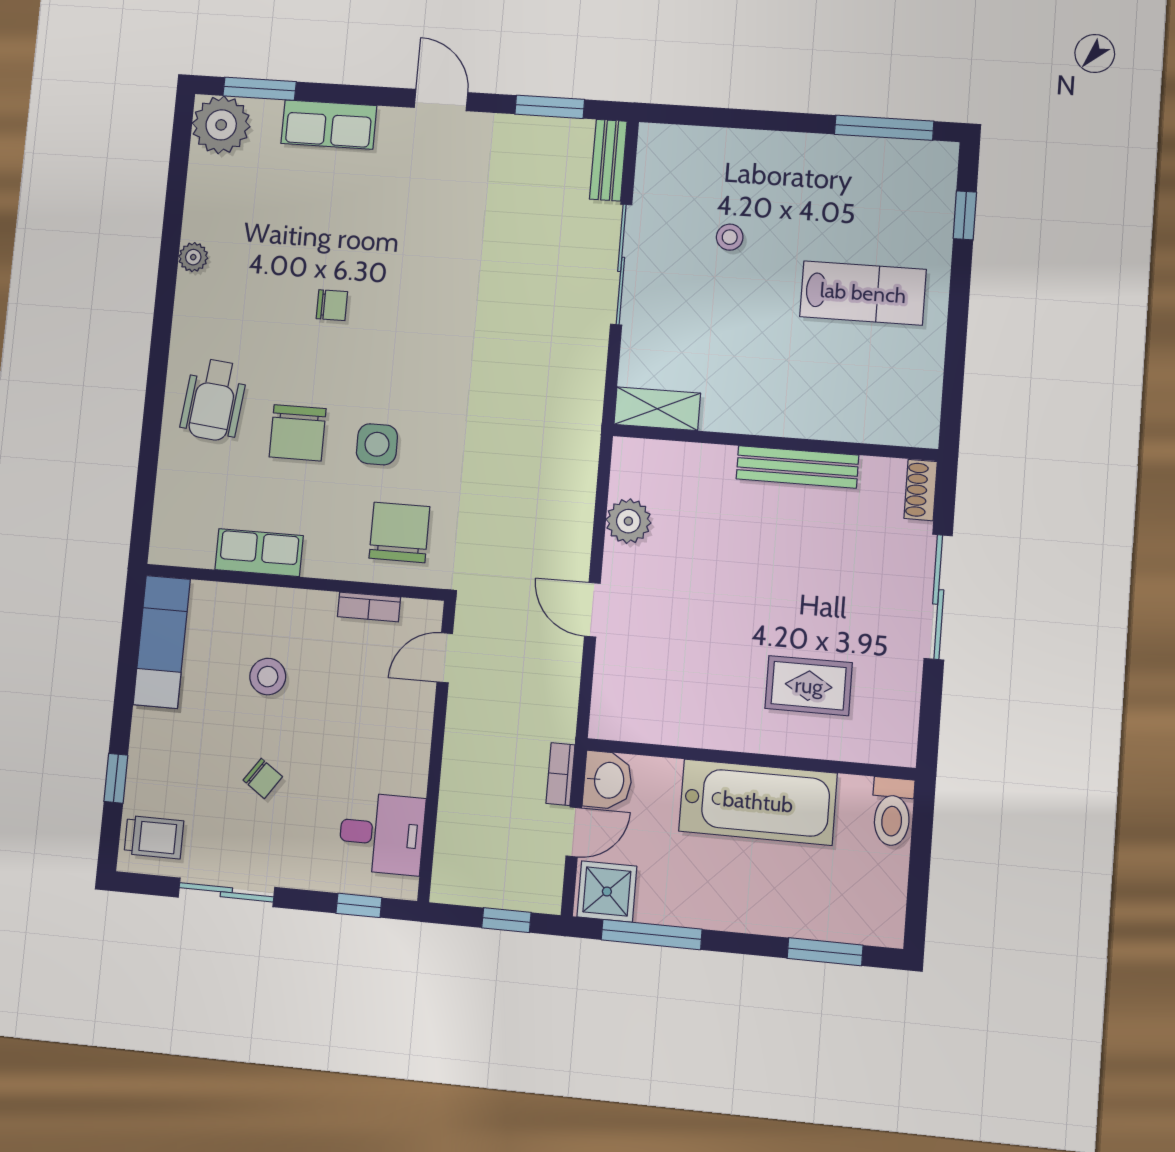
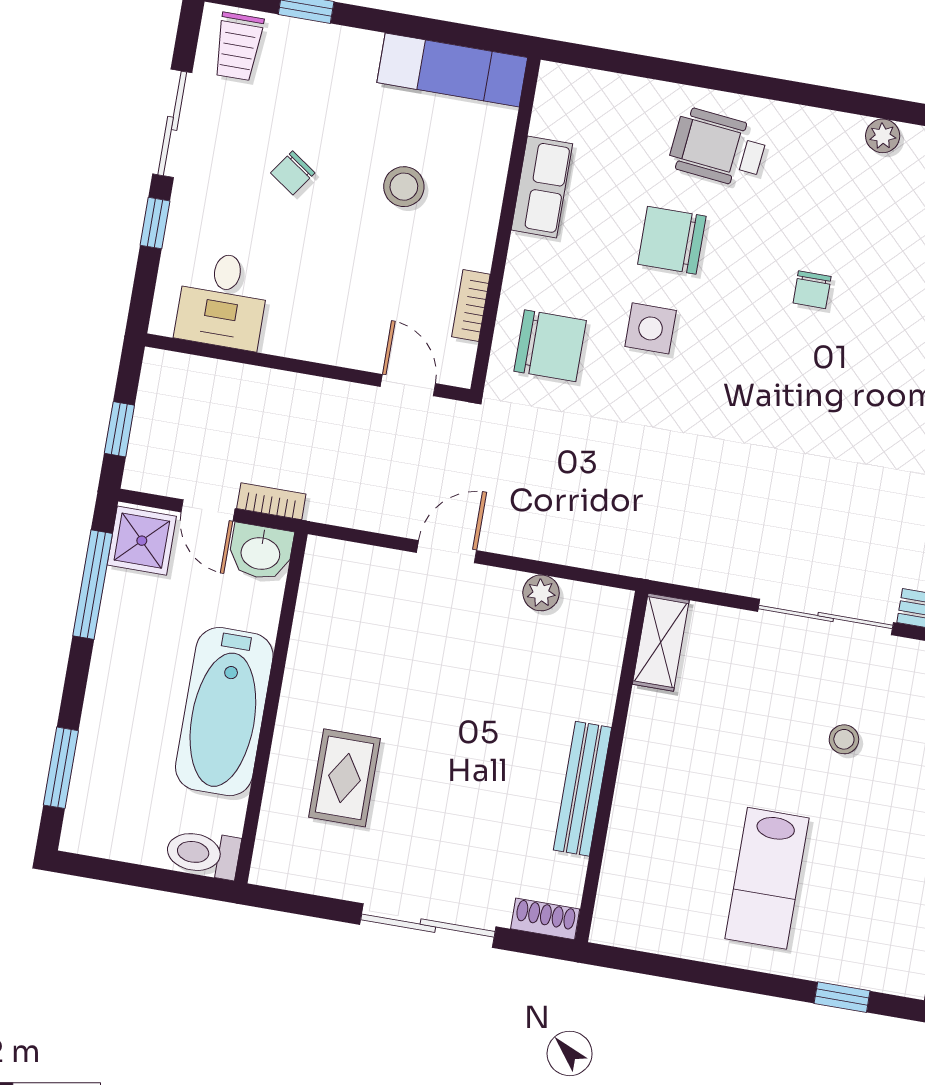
plant: (628, 521) -> (541, 593), width x0.73, depth x0.73
window: (359, 905) -> (155, 223), moved

